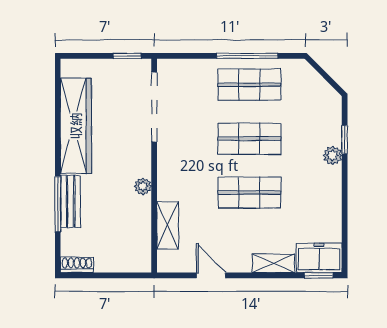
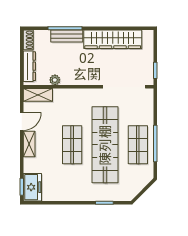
shop shelf: (249, 139) -> (105, 145), width x2.00, depth x1.36
plant: (333, 155) -> (95, 195), removed
plant: (143, 186) -> (55, 80), moved
shelving: (168, 225) -> (38, 95), moved
dresser: (120, 263) -> (29, 66), added
shelving: (273, 263) -> (29, 144), moved

